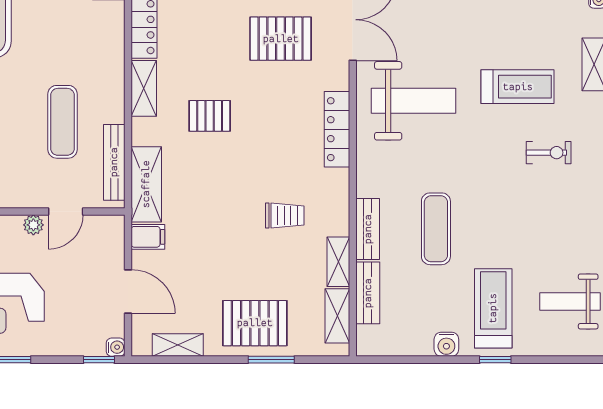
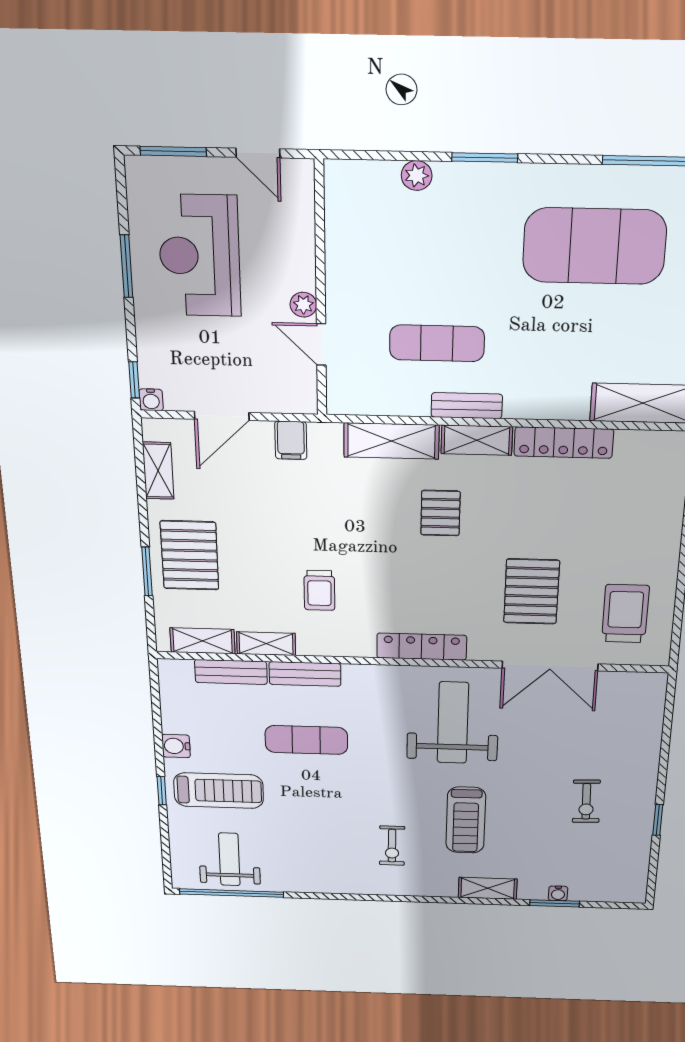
weight bench: (413, 101) -> (453, 723), turned 180
bench: (114, 162) -> (467, 406), moved, width x0.73
shelving: (146, 184) -> (391, 441), moved

